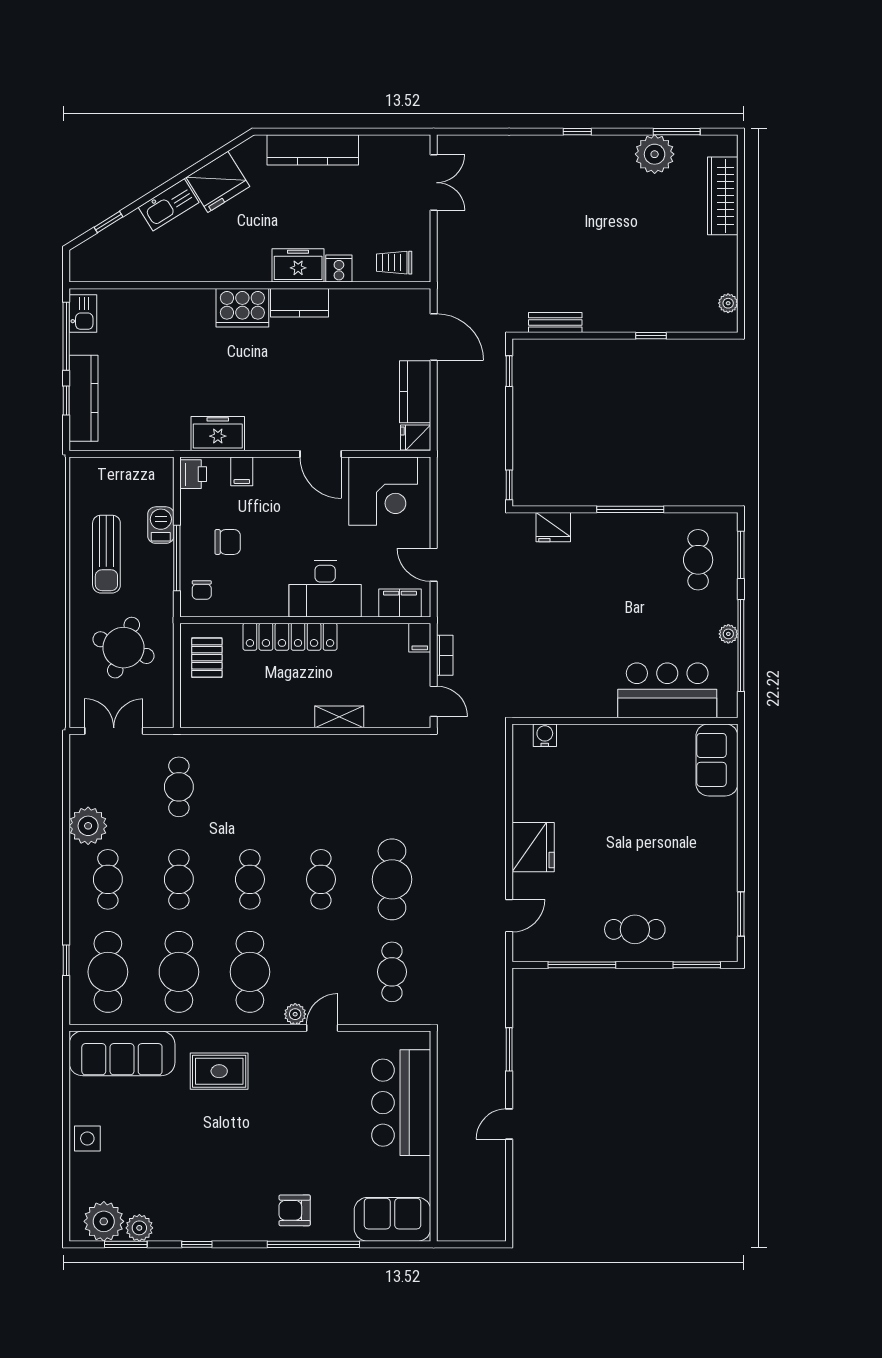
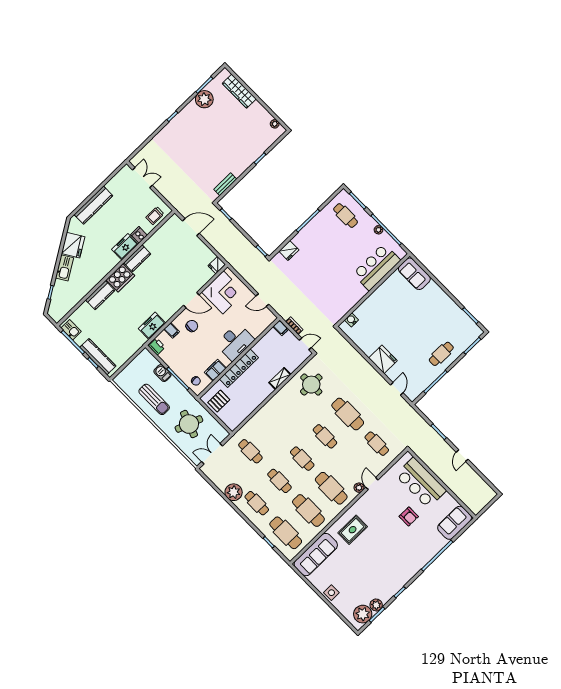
kitchen counter: (415, 392) -> (100, 295), moved, turned -90
chair: (228, 542) -> (192, 326), moved
filing cabinet: (400, 603) -> (215, 370), moved
pallet: (207, 658) -> (219, 401), turned 90
round table: (380, 776) -> (311, 385), added
armchair: (295, 1210) -> (409, 516), moved, turned -90

